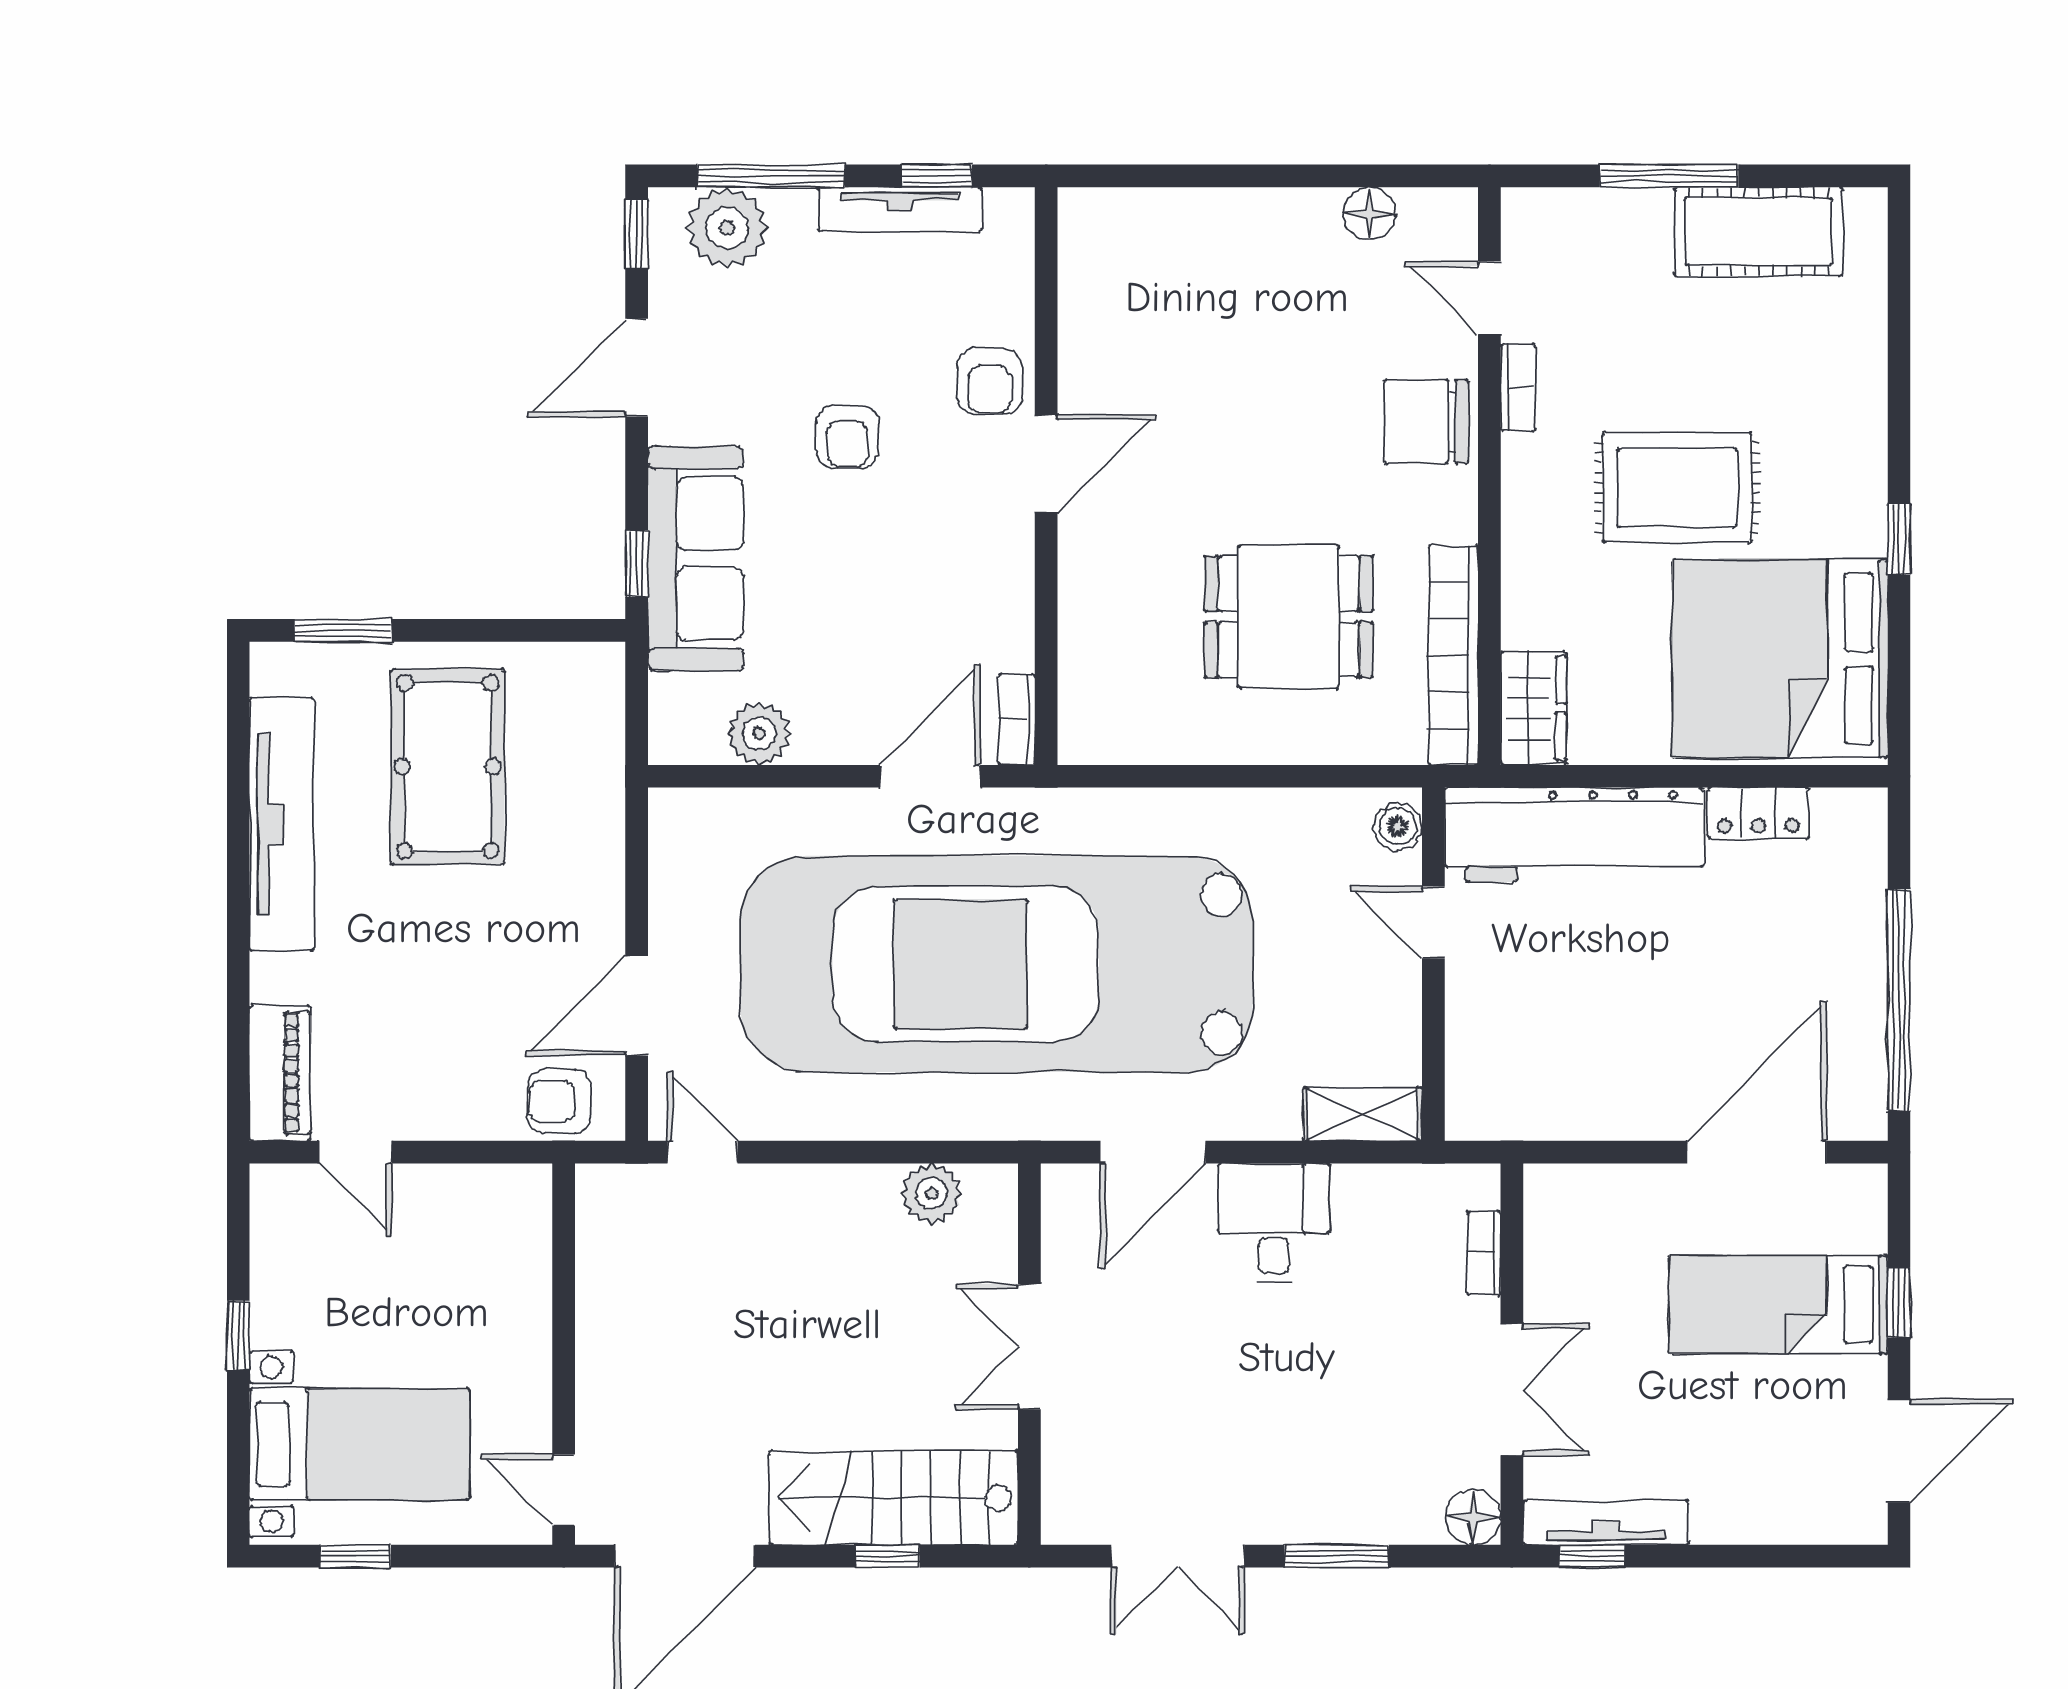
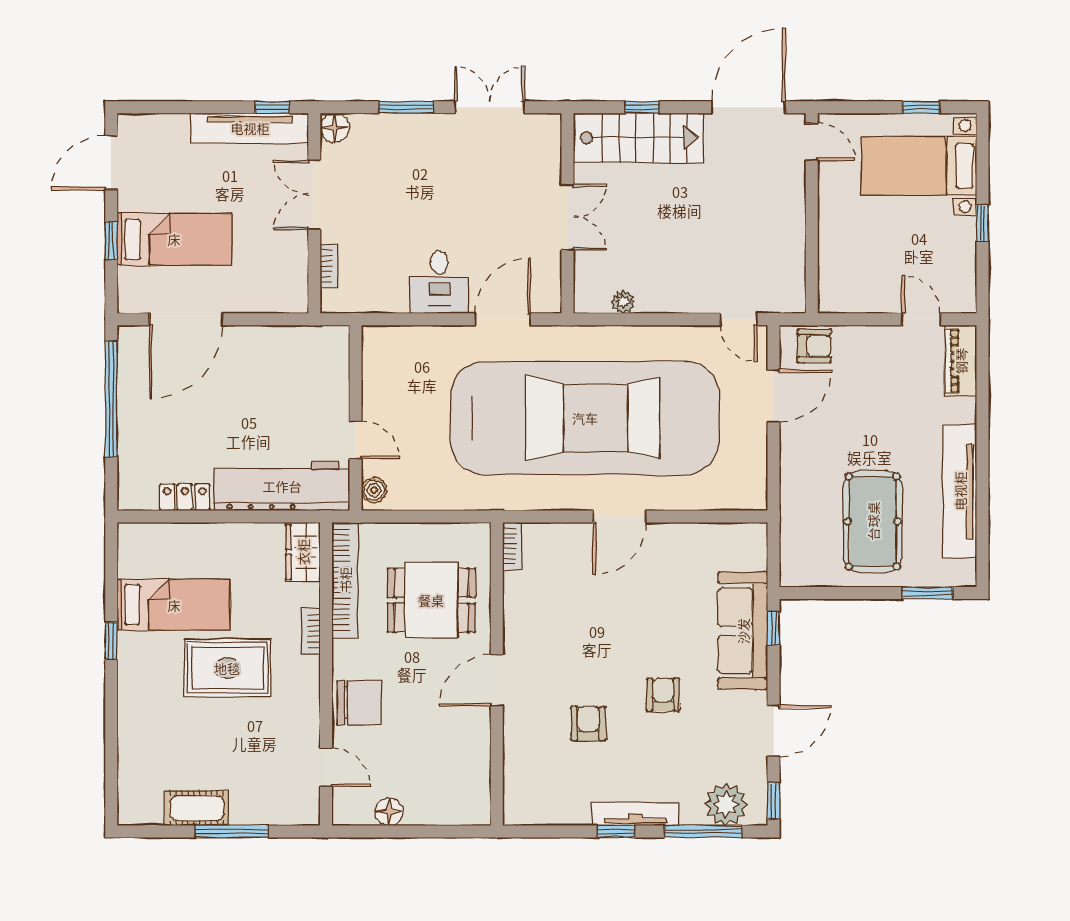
cot: (1759, 232) -> (197, 808), width x0.73, depth x0.75
bookcase: (1518, 387) -> (311, 631), moved
door: (1046, 464) -> (497, 680), moved
wall: (1046, 476) -> (497, 674), moved
bed: (1780, 659) -> (174, 605), width x0.49
bookcase: (1017, 719) -> (512, 546), moved
plant: (759, 733) -> (709, 539), removed
shelving: (1363, 1114) -> (393, 339), removed
plant: (932, 1193) -> (623, 302), width x0.73, depth x0.73
tv unit: (1605, 1523) -> (250, 128), width x1.36, depth x1.29

